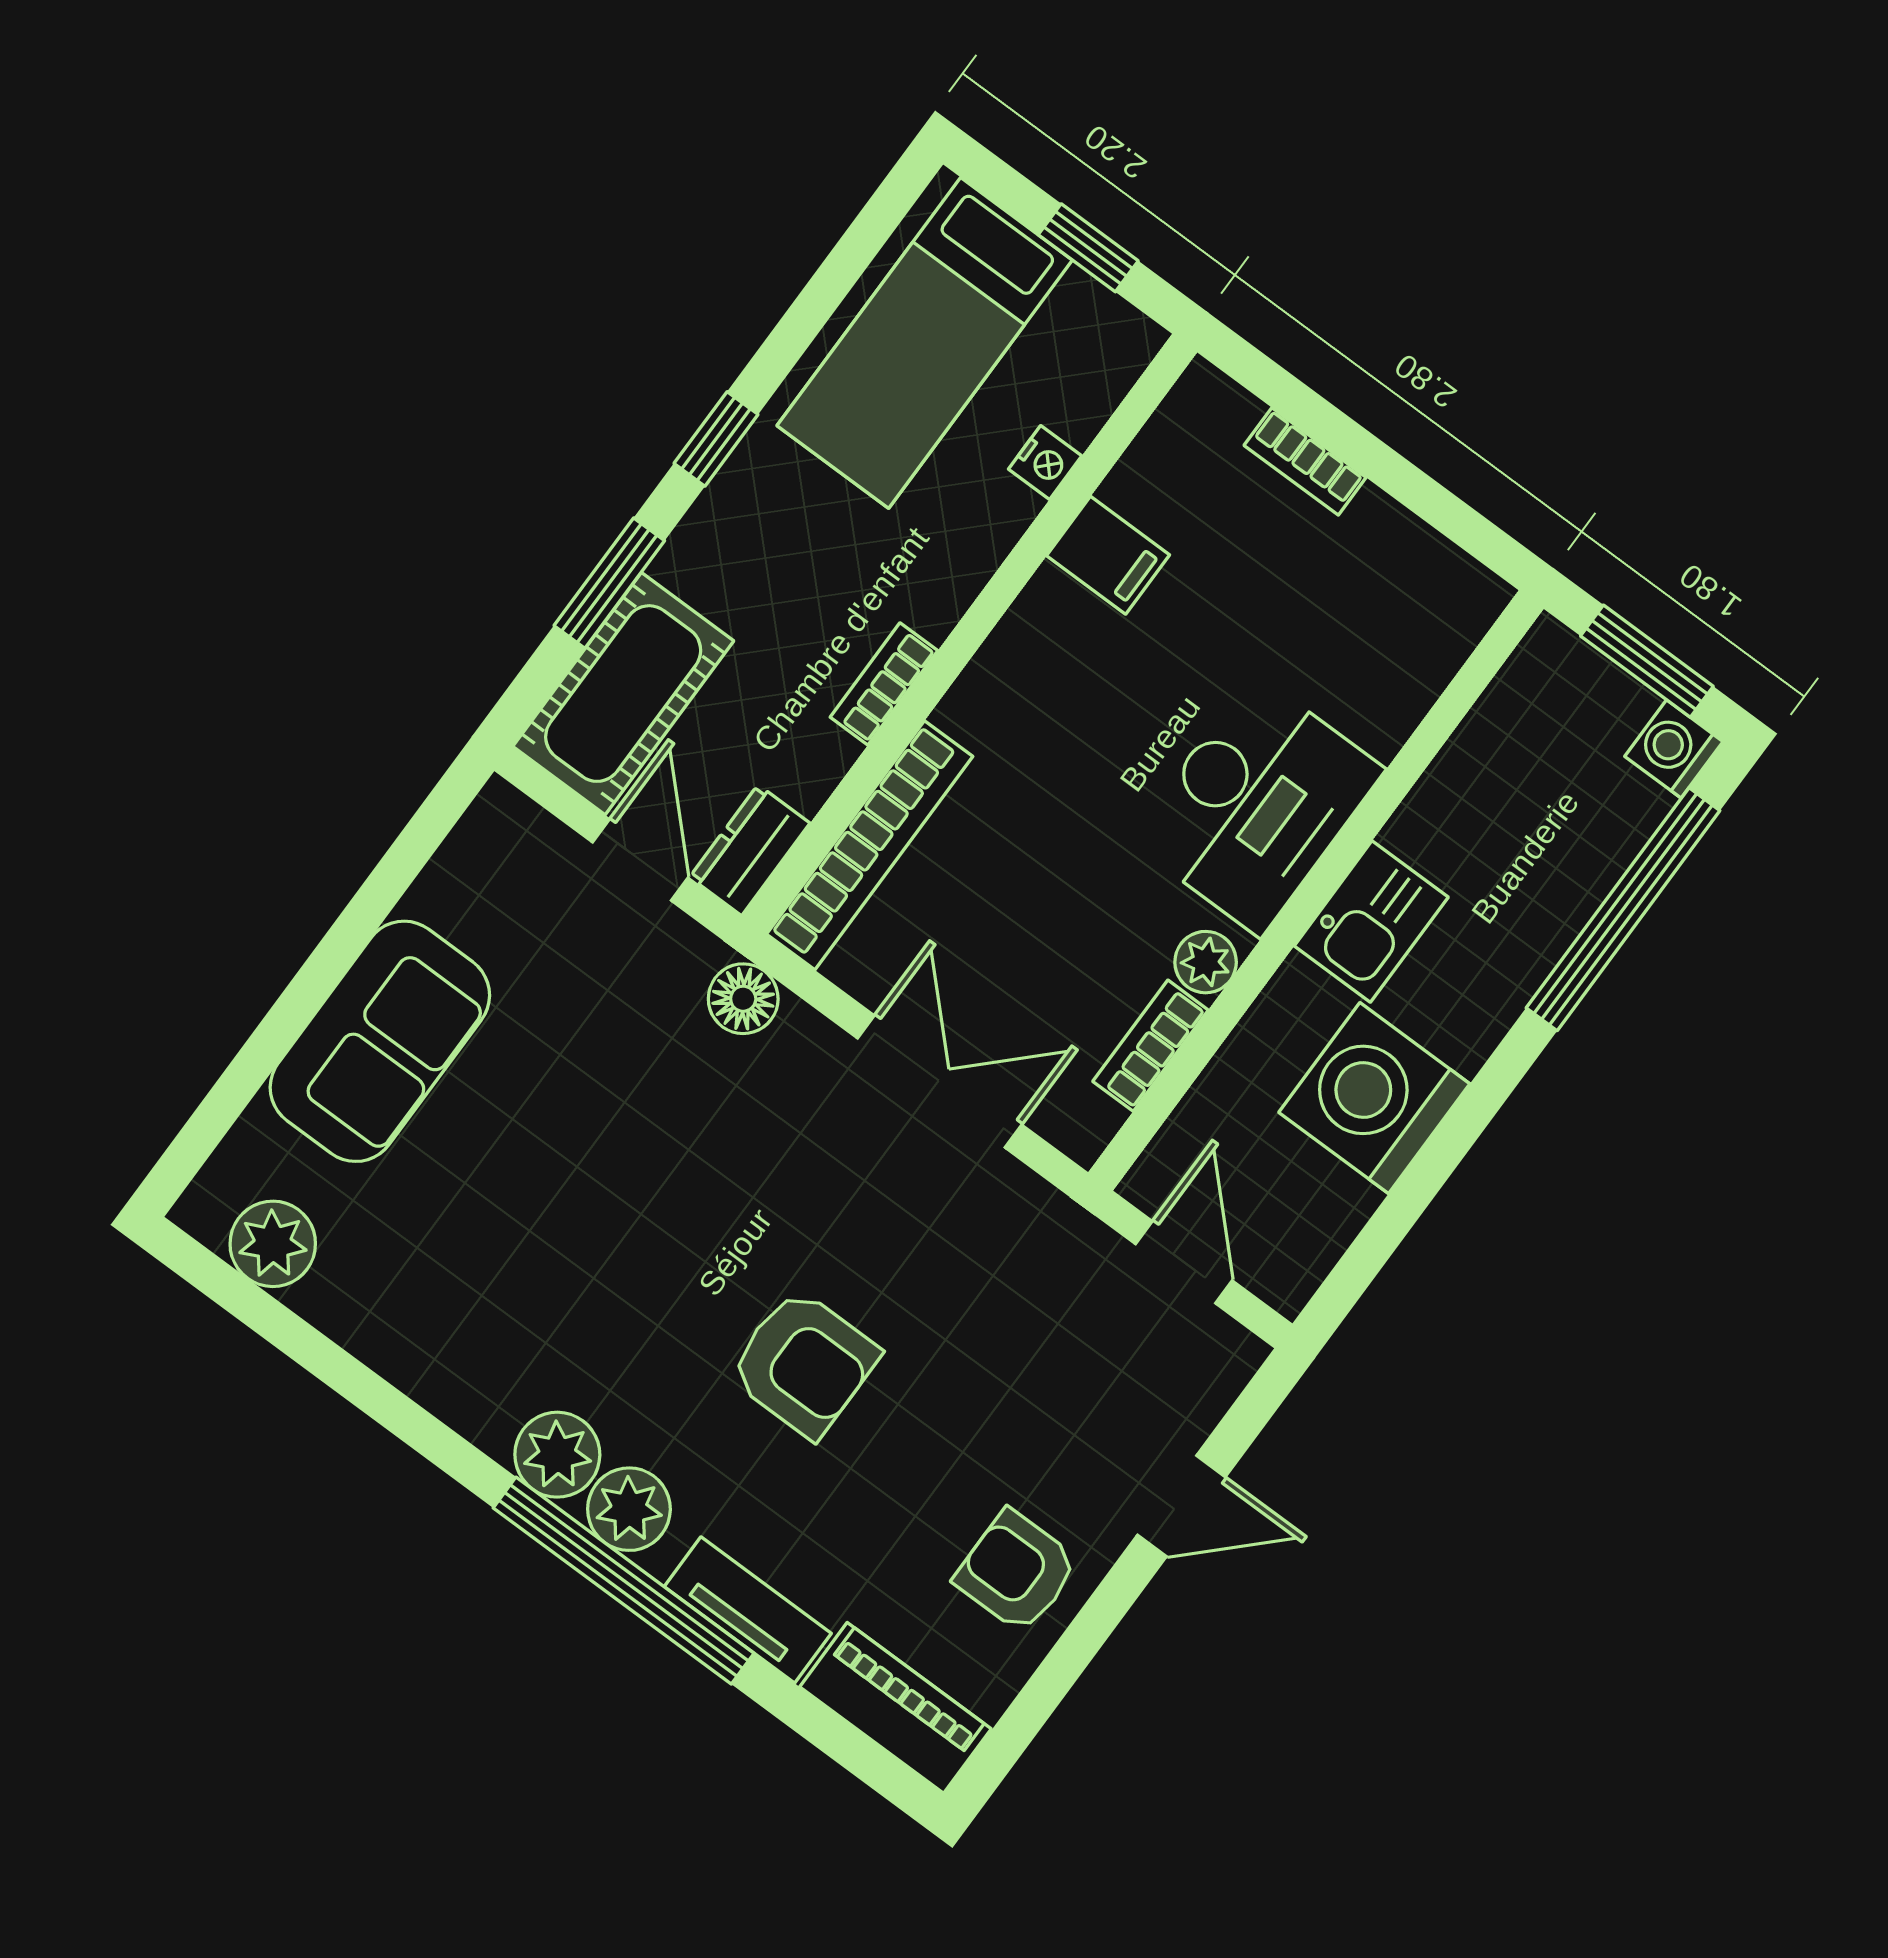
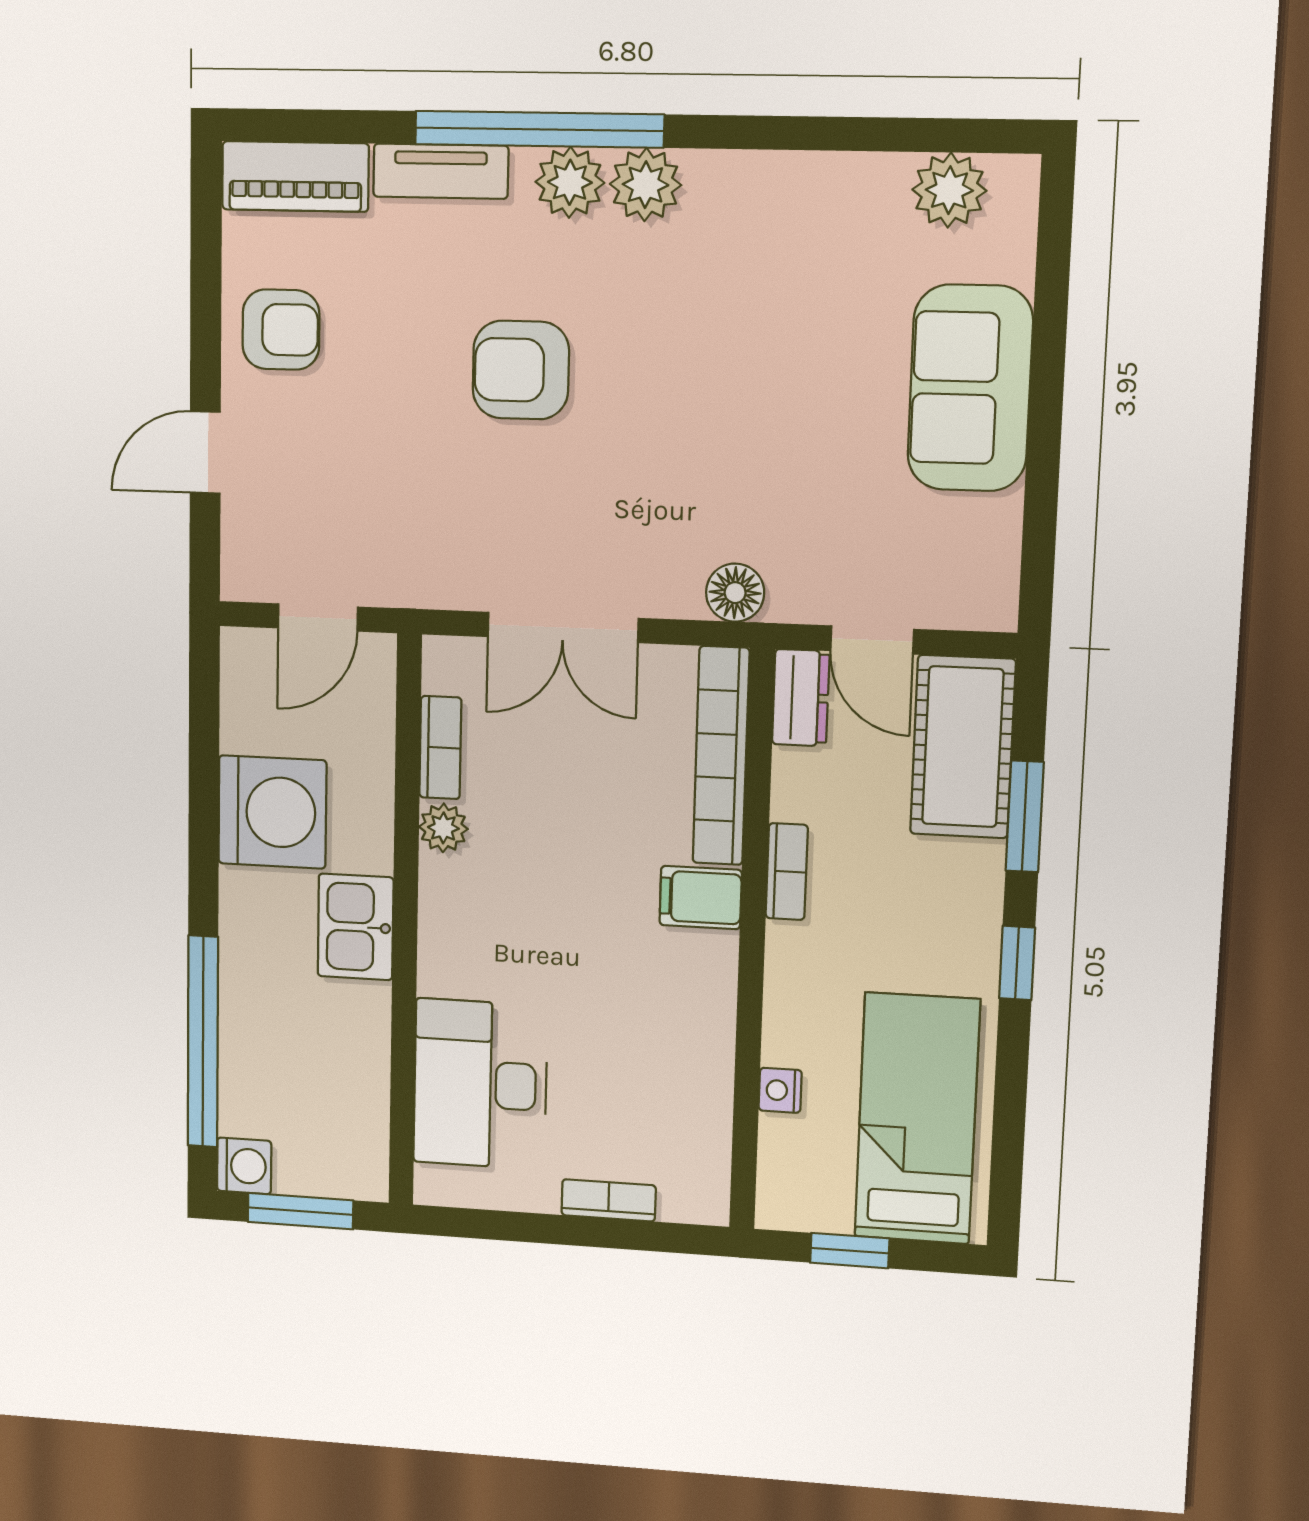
filing cabinet: (1108, 555) -> (701, 898), moved
desk: (1257, 805) -> (480, 1084), moved
door: (1184, 1262) -> (318, 618), hinge flipped

